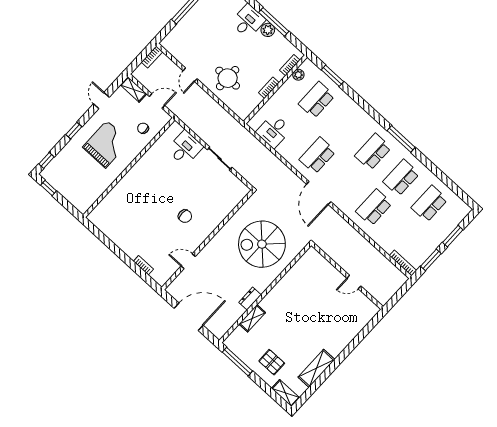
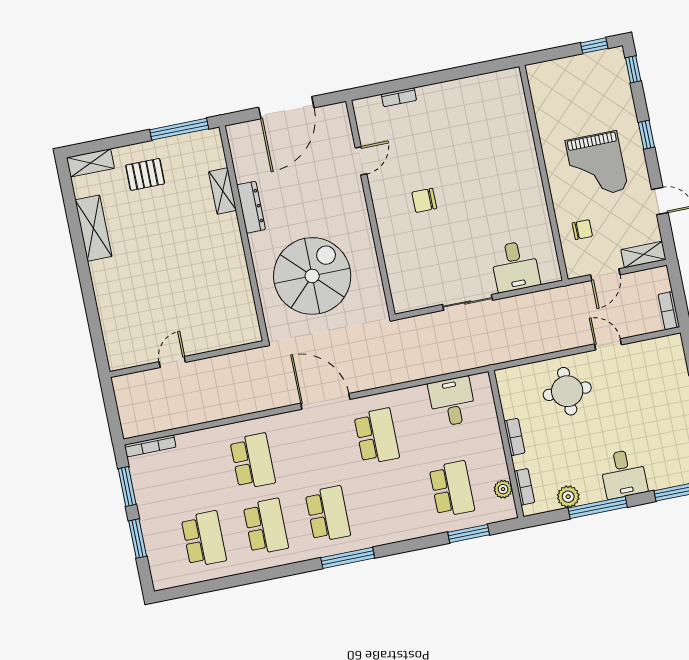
plant: (268, 30) -> (568, 497), moved
window: (401, 139) -> (348, 558), moved
dresser: (250, 299) -> (251, 207), width x1.44

